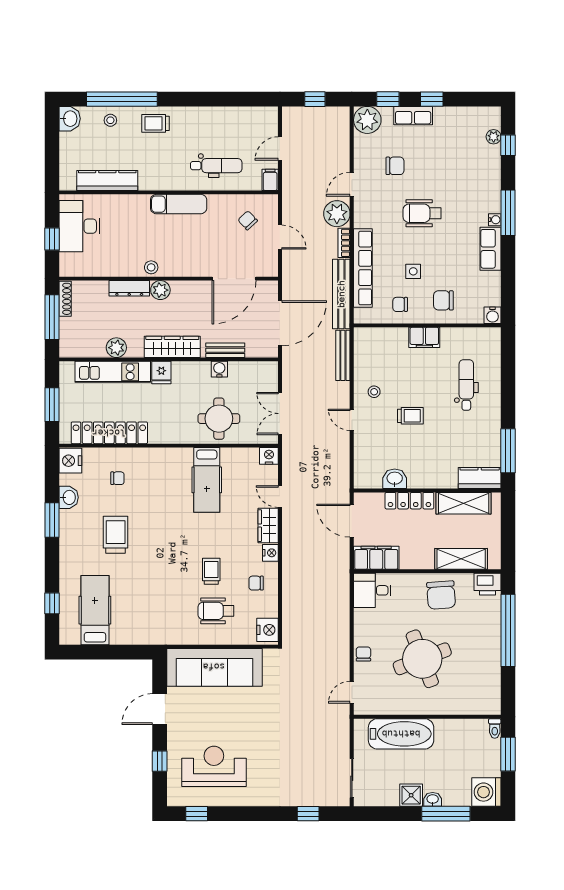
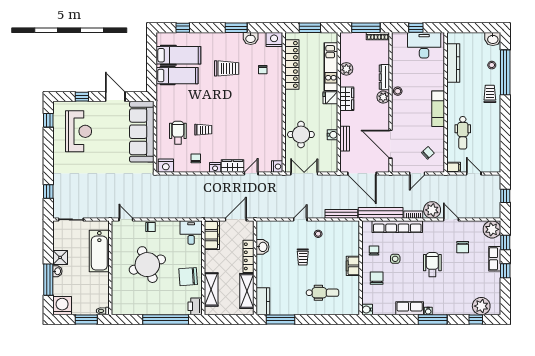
plant: (494, 137) -> (481, 306), width x1.87, depth x1.87
wardrobe: (172, 347) -> (347, 99), width x0.67
hospital bed: (207, 480) -> (177, 76), moved, turned 180

